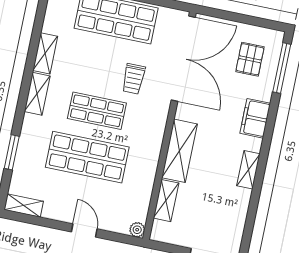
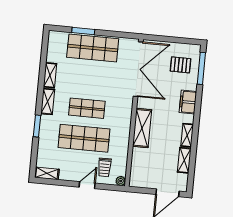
pallet: (250, 59) -> (181, 65), turned 90
trolley: (134, 79) -> (104, 167), moved
window: (12, 152) -> (37, 126), moved
shelving: (166, 201) -> (184, 160), moved
door: (84, 230) -> (87, 185), hinge flipped

